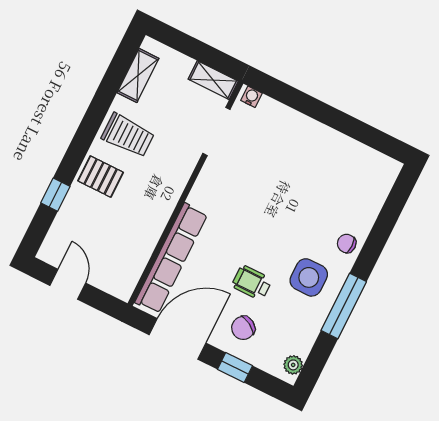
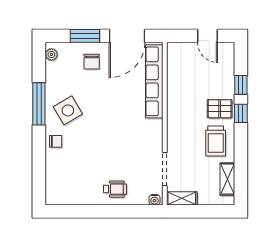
trolley: (128, 135) -> (216, 141), turned -90
window: (75, 156) -> (241, 113), added
side table: (309, 277) -> (68, 110), turned -31
wheelchair: (252, 283) -> (115, 189), moved
chair: (243, 328) -> (92, 62), turned 149
window: (235, 368) -> (85, 36), width x1.50

